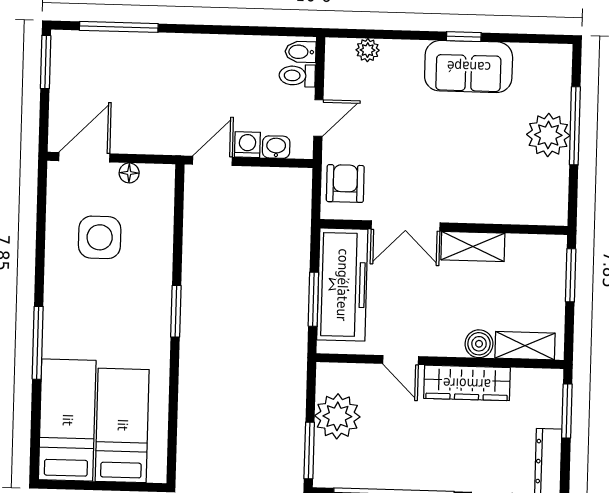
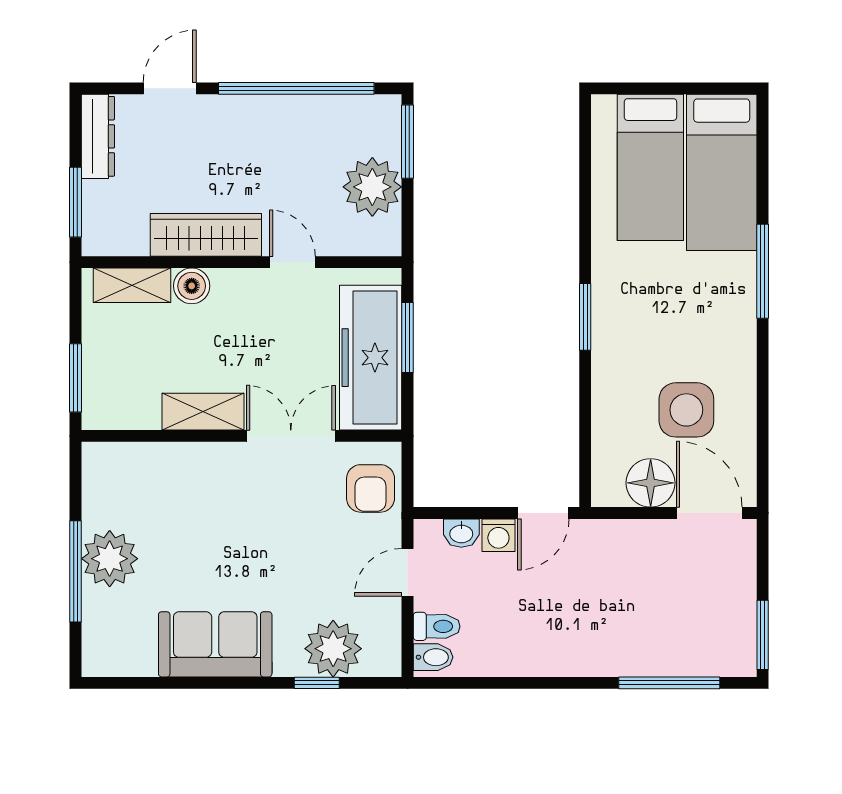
window: (464, 37) -> (317, 683), moved
plant: (368, 50) -> (333, 649), width x1.87, depth x1.87
door: (84, 157) -> (709, 513), swing flipped
floor lamp: (129, 173) -> (651, 483), width x1.89, depth x1.89

